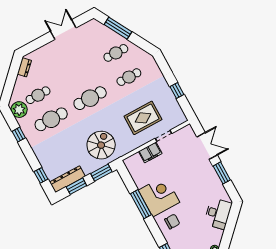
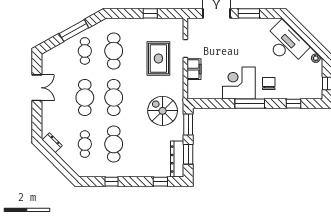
window: (118, 28) -> (74, 31), moved
double door: (63, 30) -> (37, 88), swing flipped
cafe table: (77, 74) -> (85, 98), added
cafe table: (129, 77) -> (114, 51), width x1.37, depth x1.35
plant: (19, 110) -> (89, 169), removed
window: (141, 204) -> (250, 104), moved
desk: (218, 214) -> (286, 43), width x1.36, depth x1.30

